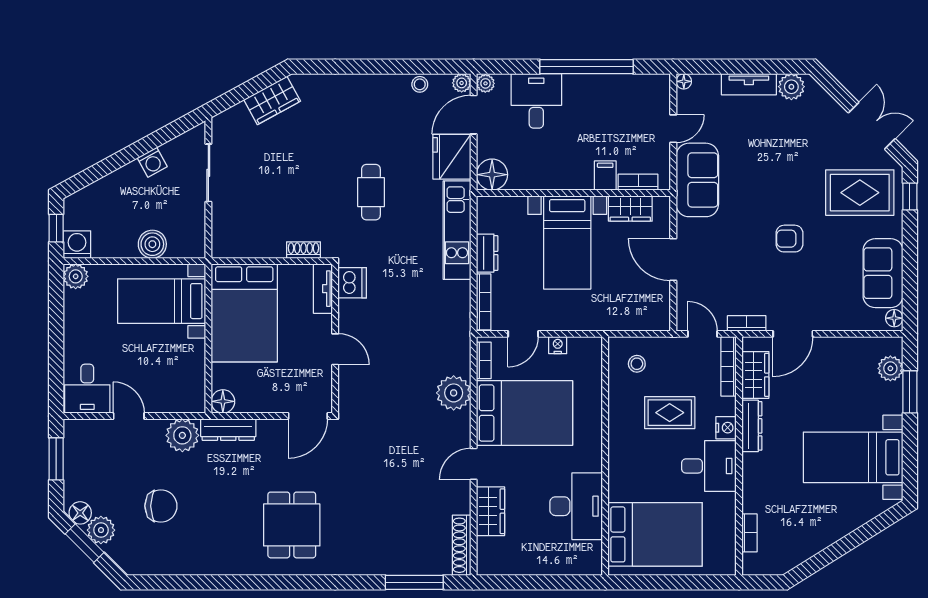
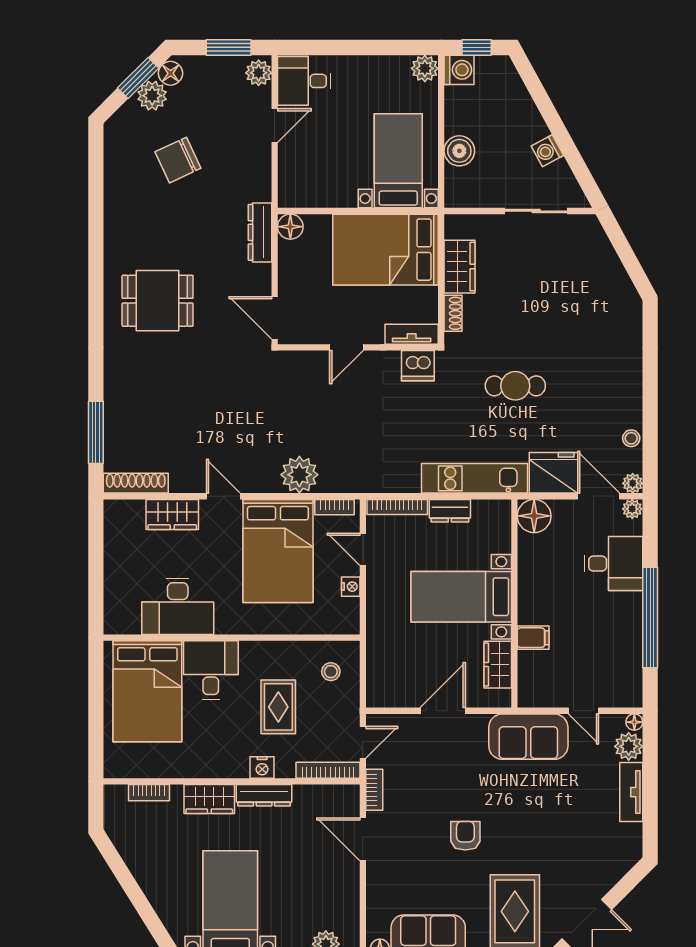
plant: (791, 87) -> (629, 746), moved
wardrobe: (272, 100) -> (460, 267), moved, turned -151
bookcase: (638, 182) -> (526, 673), removed
wardrobe: (755, 375) -> (209, 799), moved
plant: (182, 435) -> (259, 73), moved, width x0.73, depth x0.73
desk: (709, 466) -> (211, 670), moved, turned 180
chair: (161, 506) -> (178, 160), turned 65

